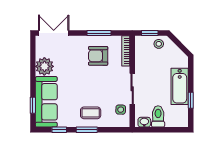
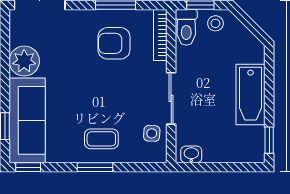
window: (191, 100) -> (269, 140), moved
toilet: (158, 116) -> (186, 27), moved, turned 180
window: (59, 130) -> (28, 167), moved

